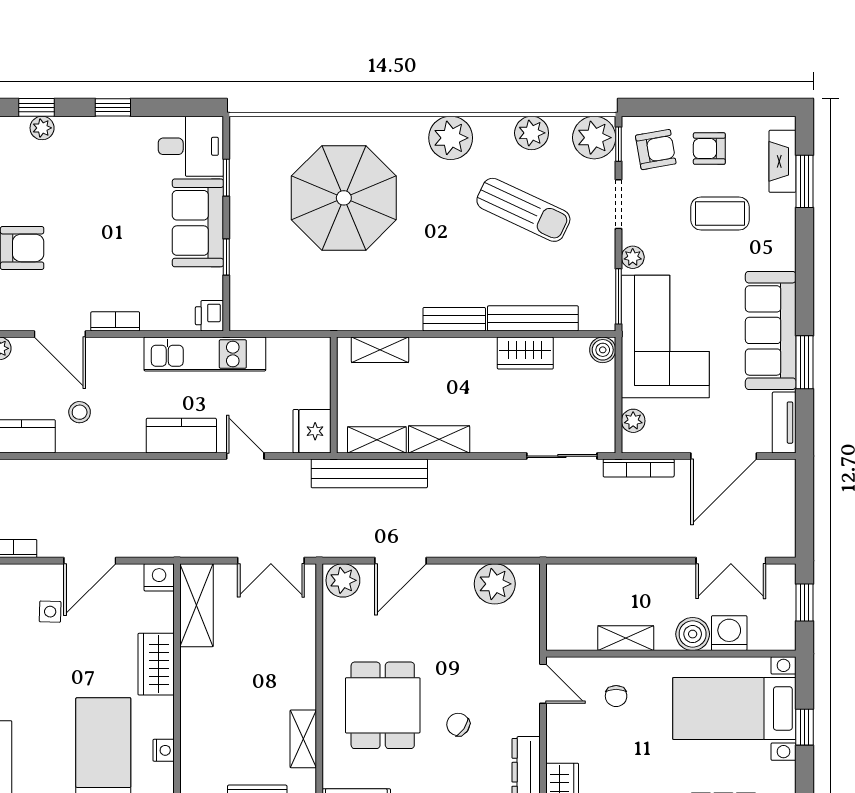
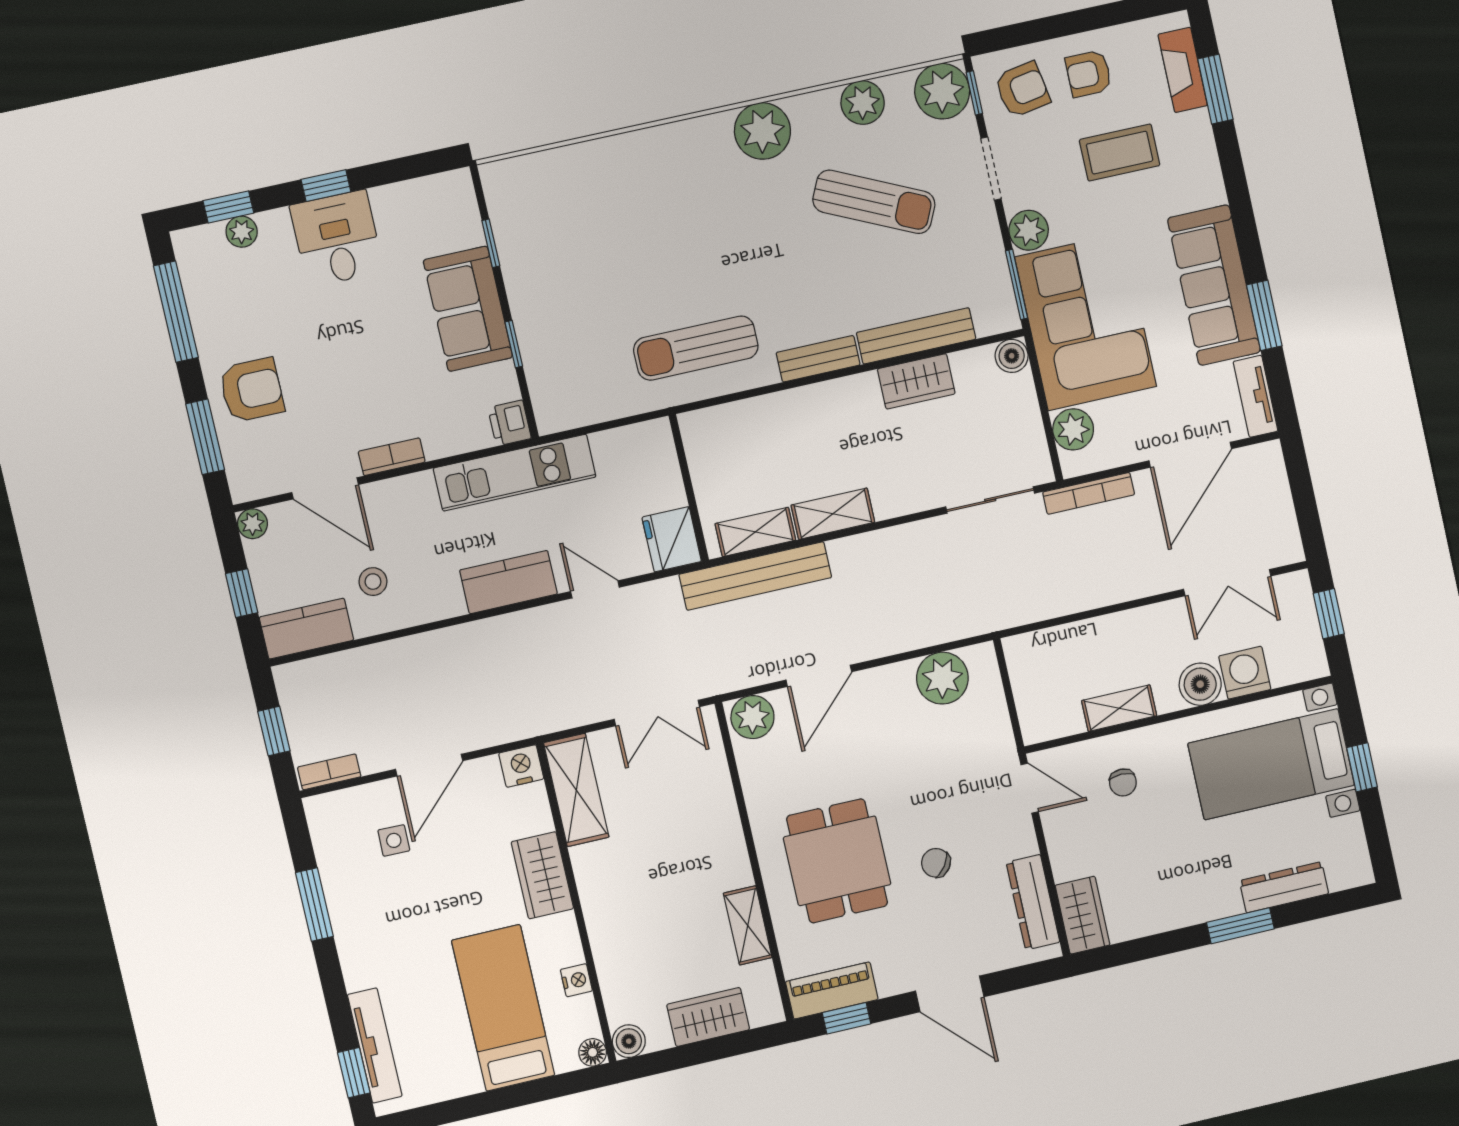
desk: (191, 146) -> (337, 238), moved, turned -90
parasol: (344, 198) -> (645, 236), removed
plant: (633, 257) -> (1029, 230), width x1.38, depth x1.38
sun lounger: (363, 291) -> (696, 348), added
shelving: (380, 350) -> (734, 418), removed
plant: (633, 421) -> (1073, 429), width x1.38, depth x1.38

